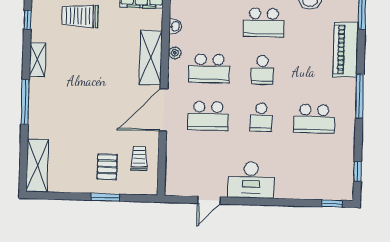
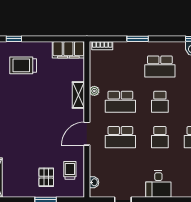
washbasin: (175, 26) -> (94, 182), moved
shelving: (151, 58) -> (78, 95), width x0.67, depth x0.75
door: (163, 110) -> (87, 134), width x0.73
desk: (251, 180) -> (158, 184), width x0.73

